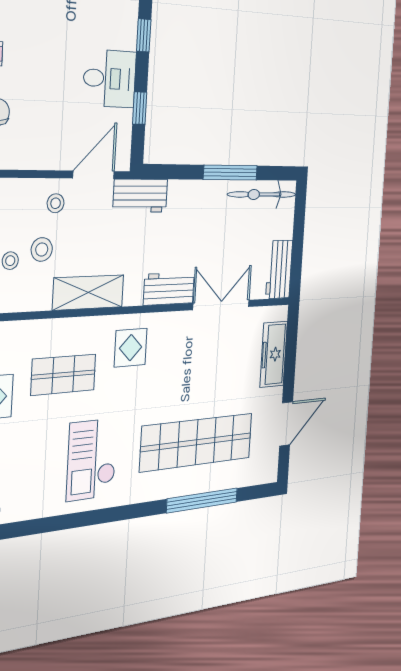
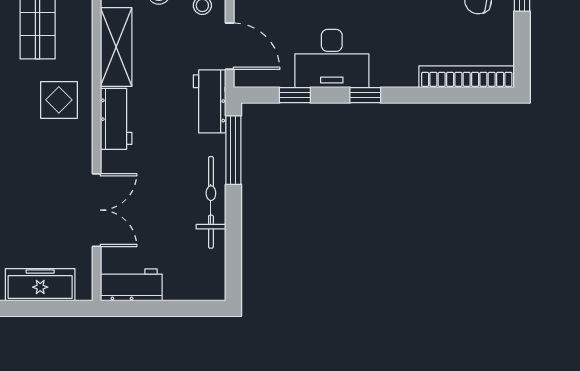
desk: (110, 79) -> (332, 58), width x1.37
window: (230, 173) -> (233, 150), moved
bicycle: (262, 194) -> (211, 202), moved
workbench: (169, 289) -> (116, 119), moved

